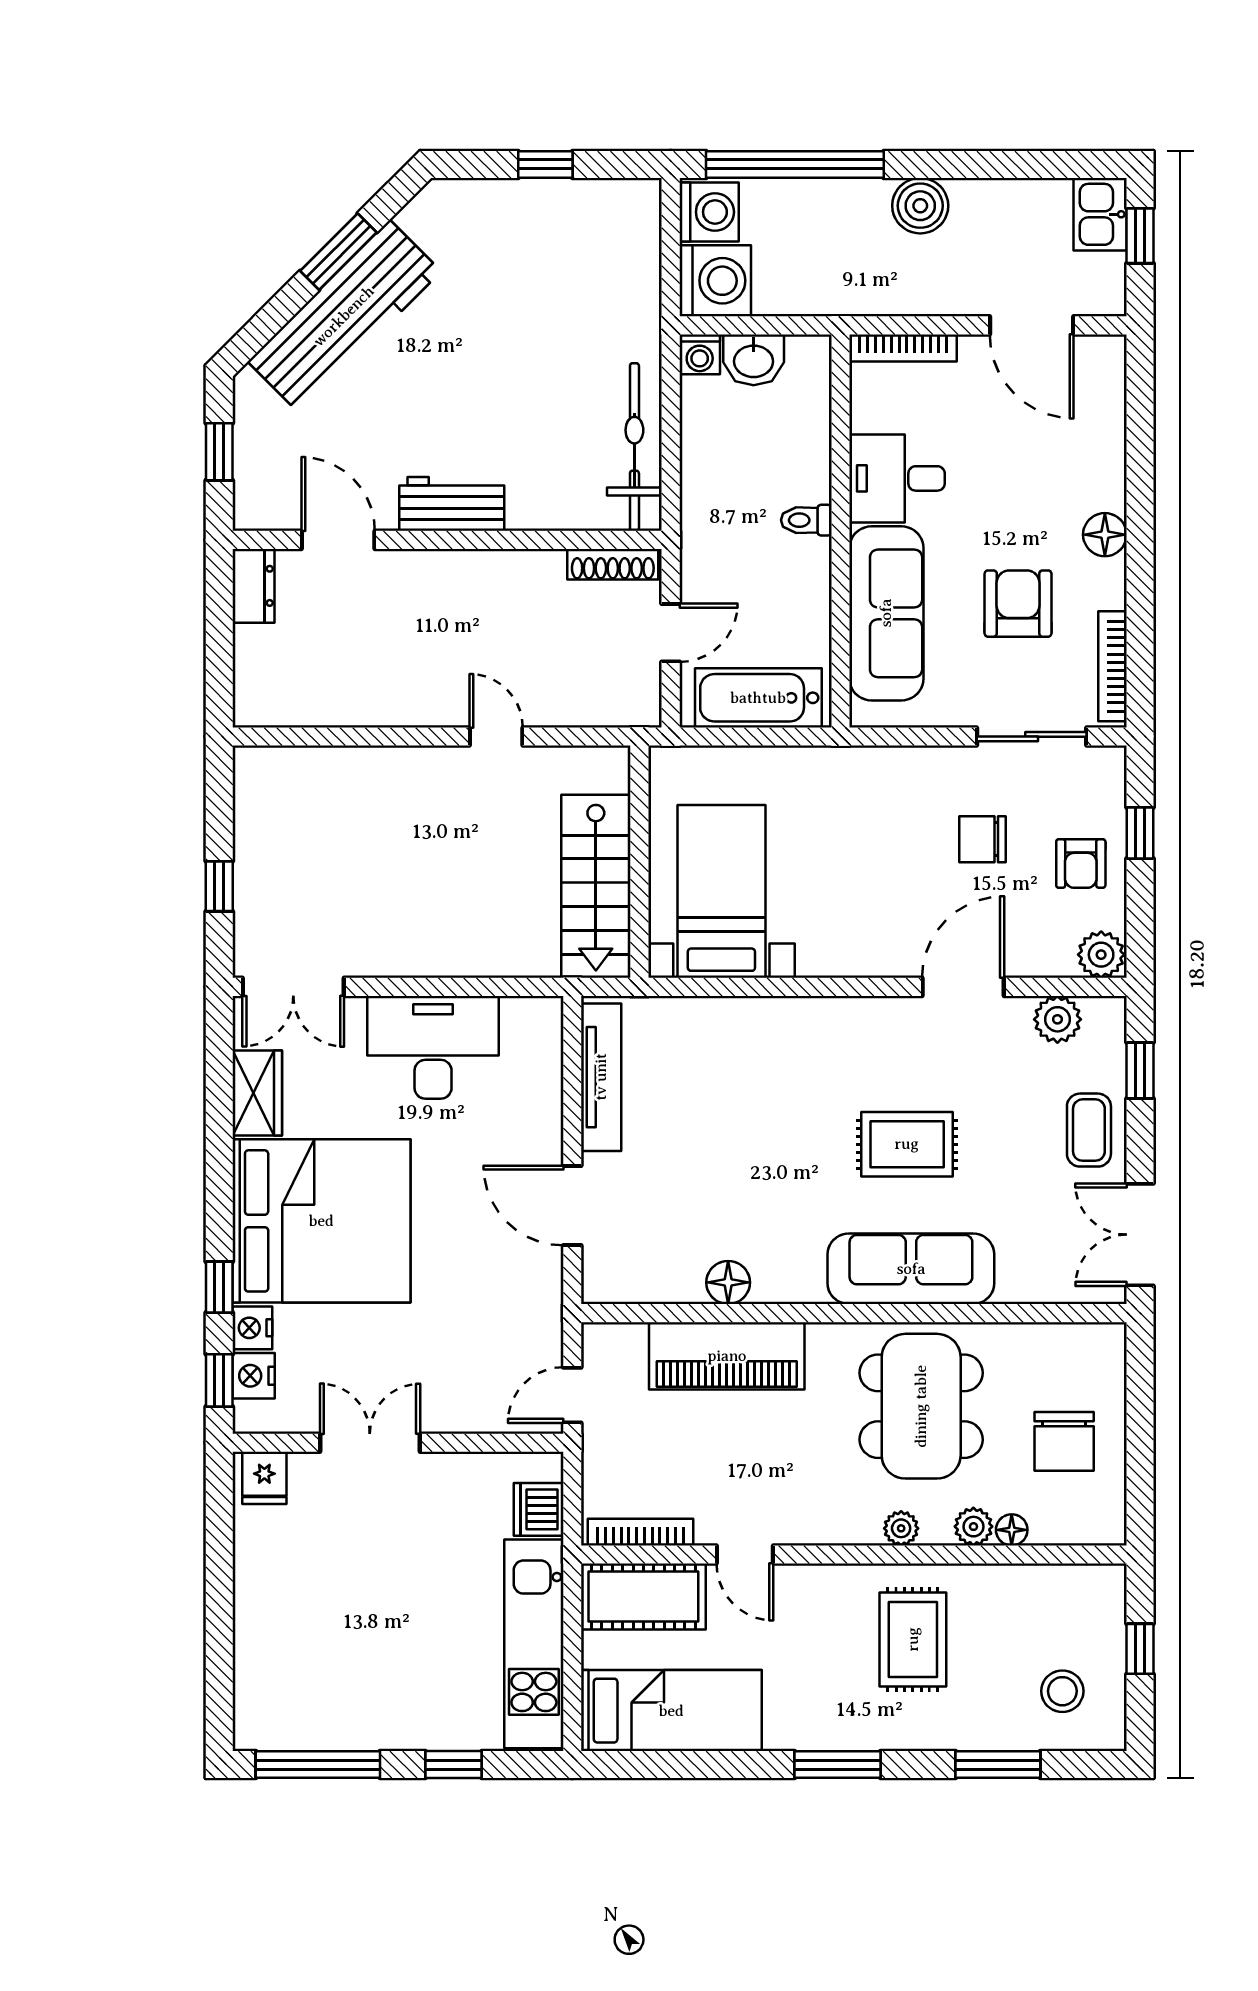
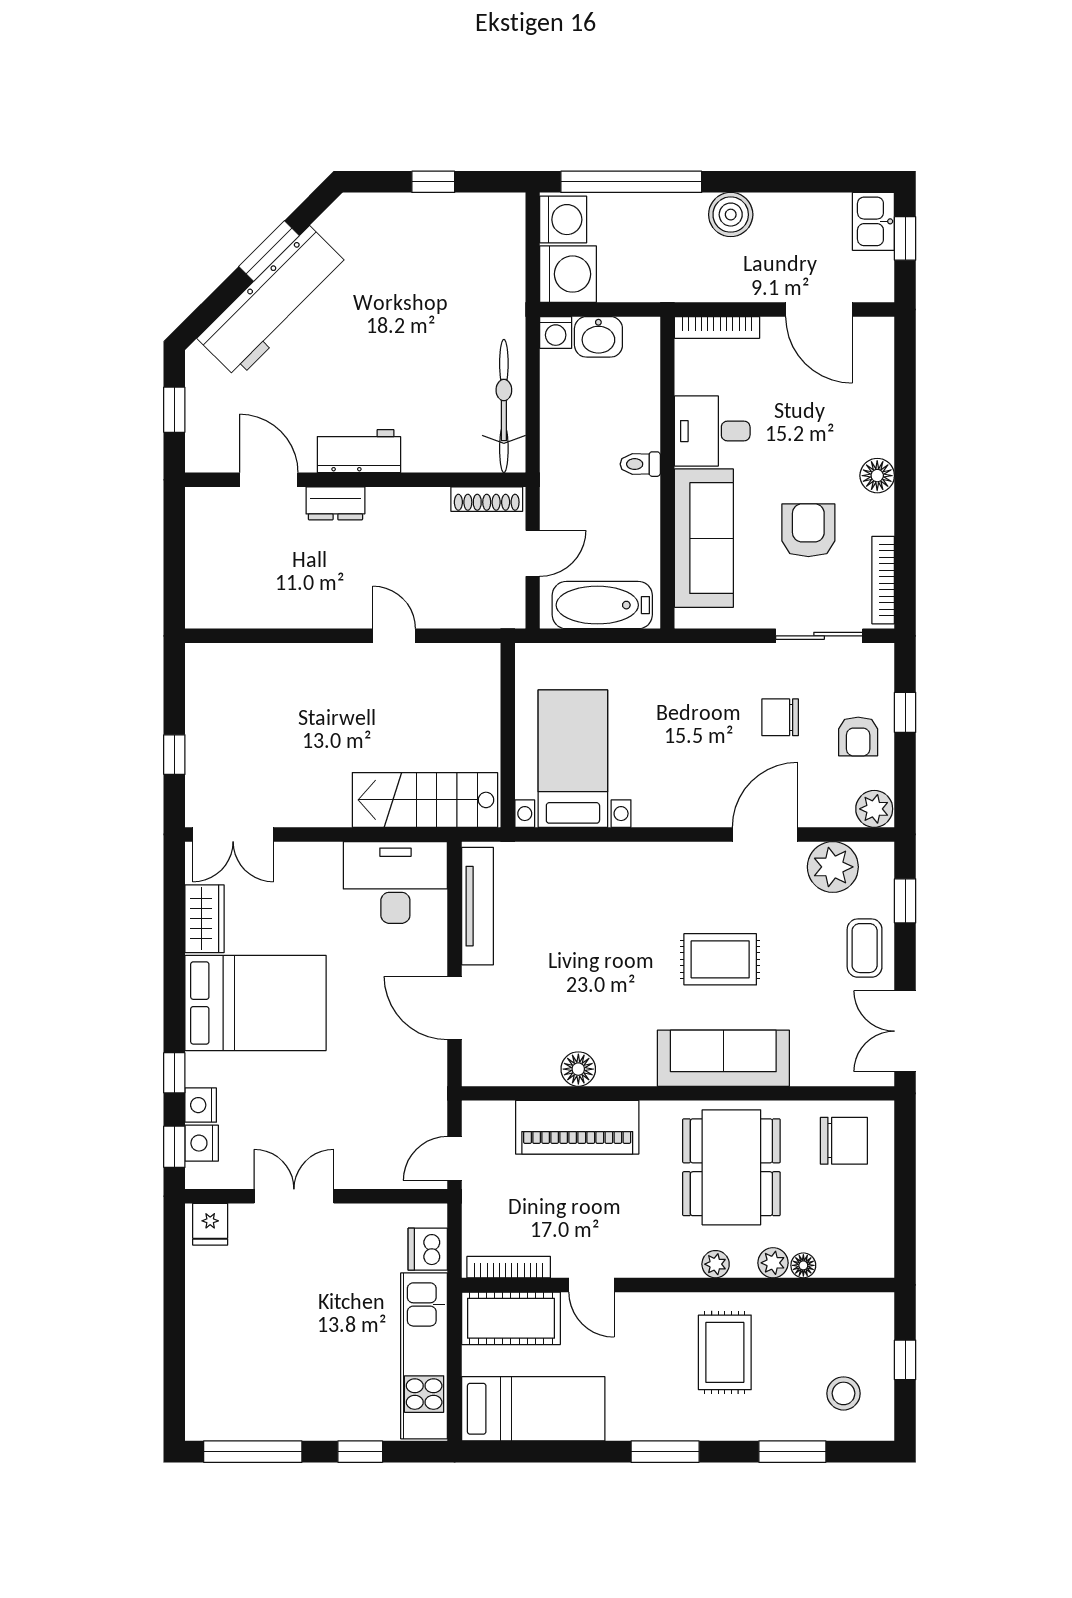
dresser: (253, 586) -> (335, 503), moved, turned 90
stairs: (596, 886) -> (425, 800), moved, turned 90
plant: (1057, 1019) -> (833, 867), width x1.36, depth x1.36
desk: (433, 1047) -> (395, 882), moved
bed: (321, 1221) -> (256, 1003), width x0.73
chair: (1064, 1441) -> (844, 1141), moved, turned -90

